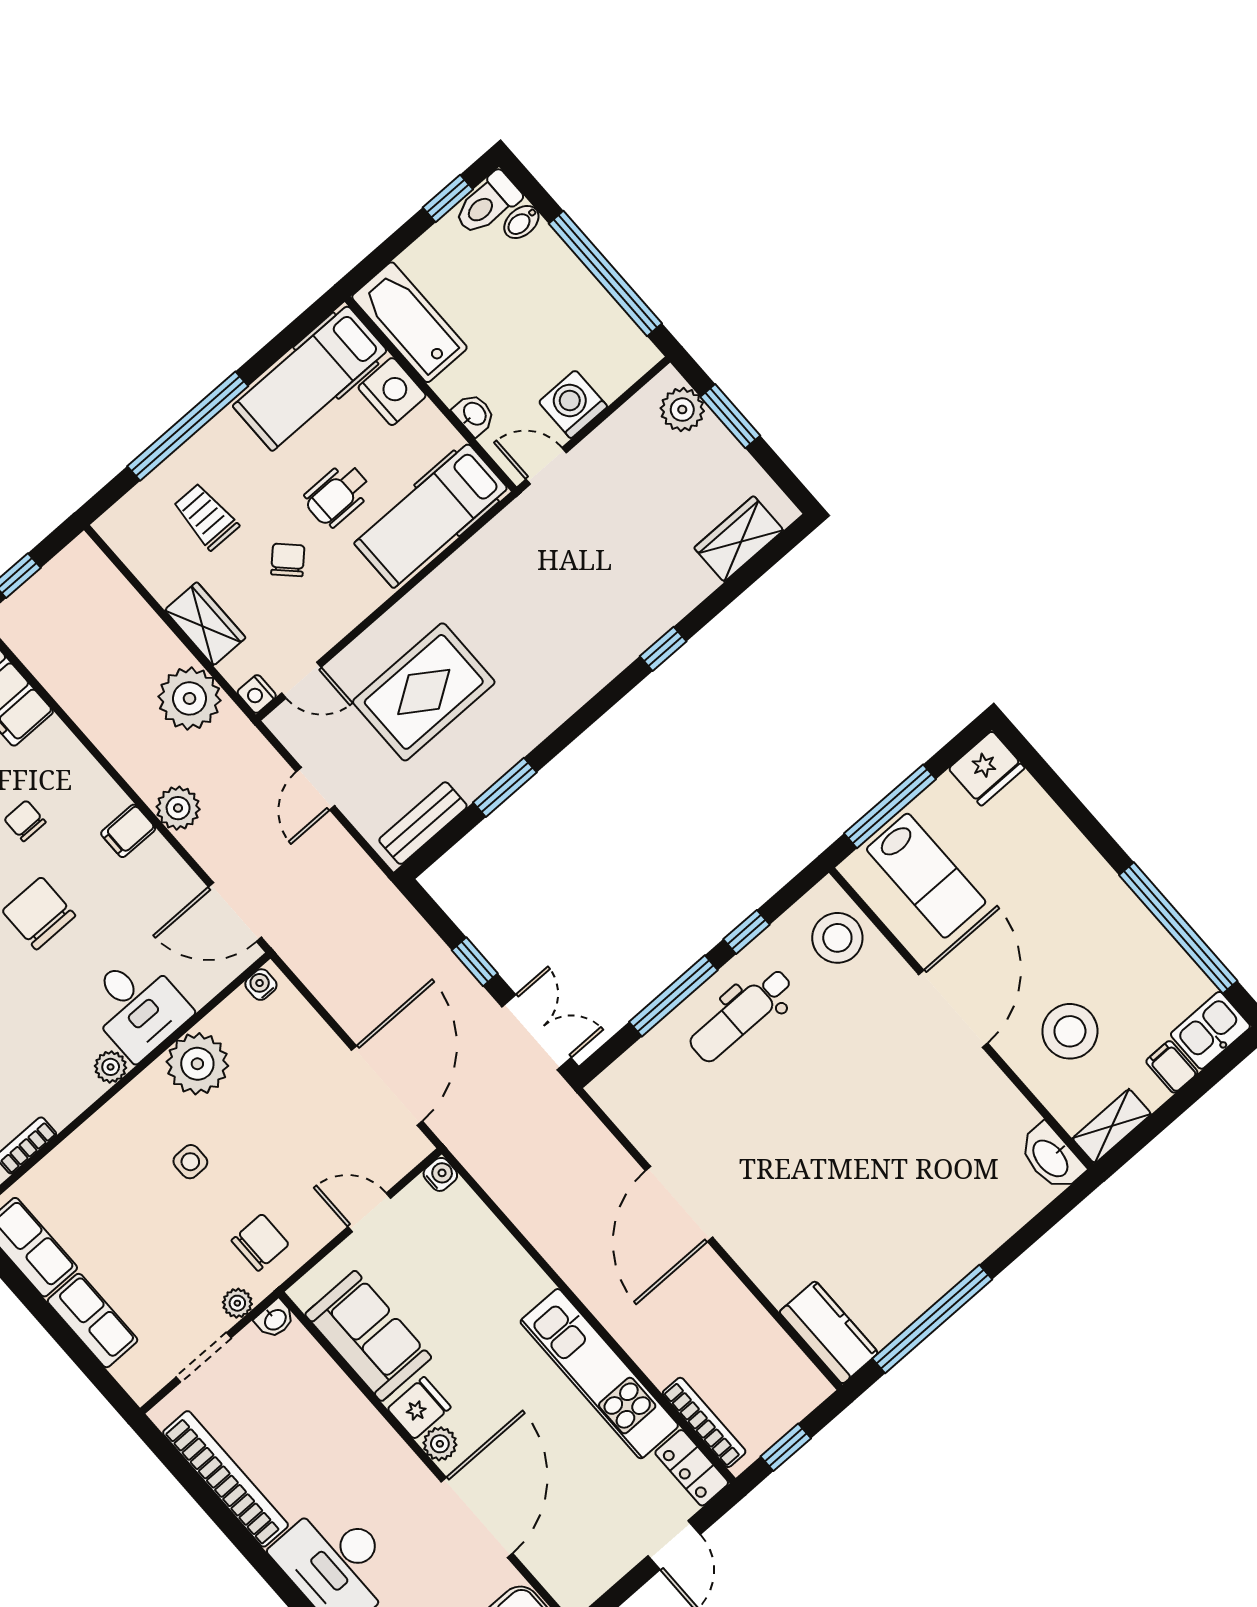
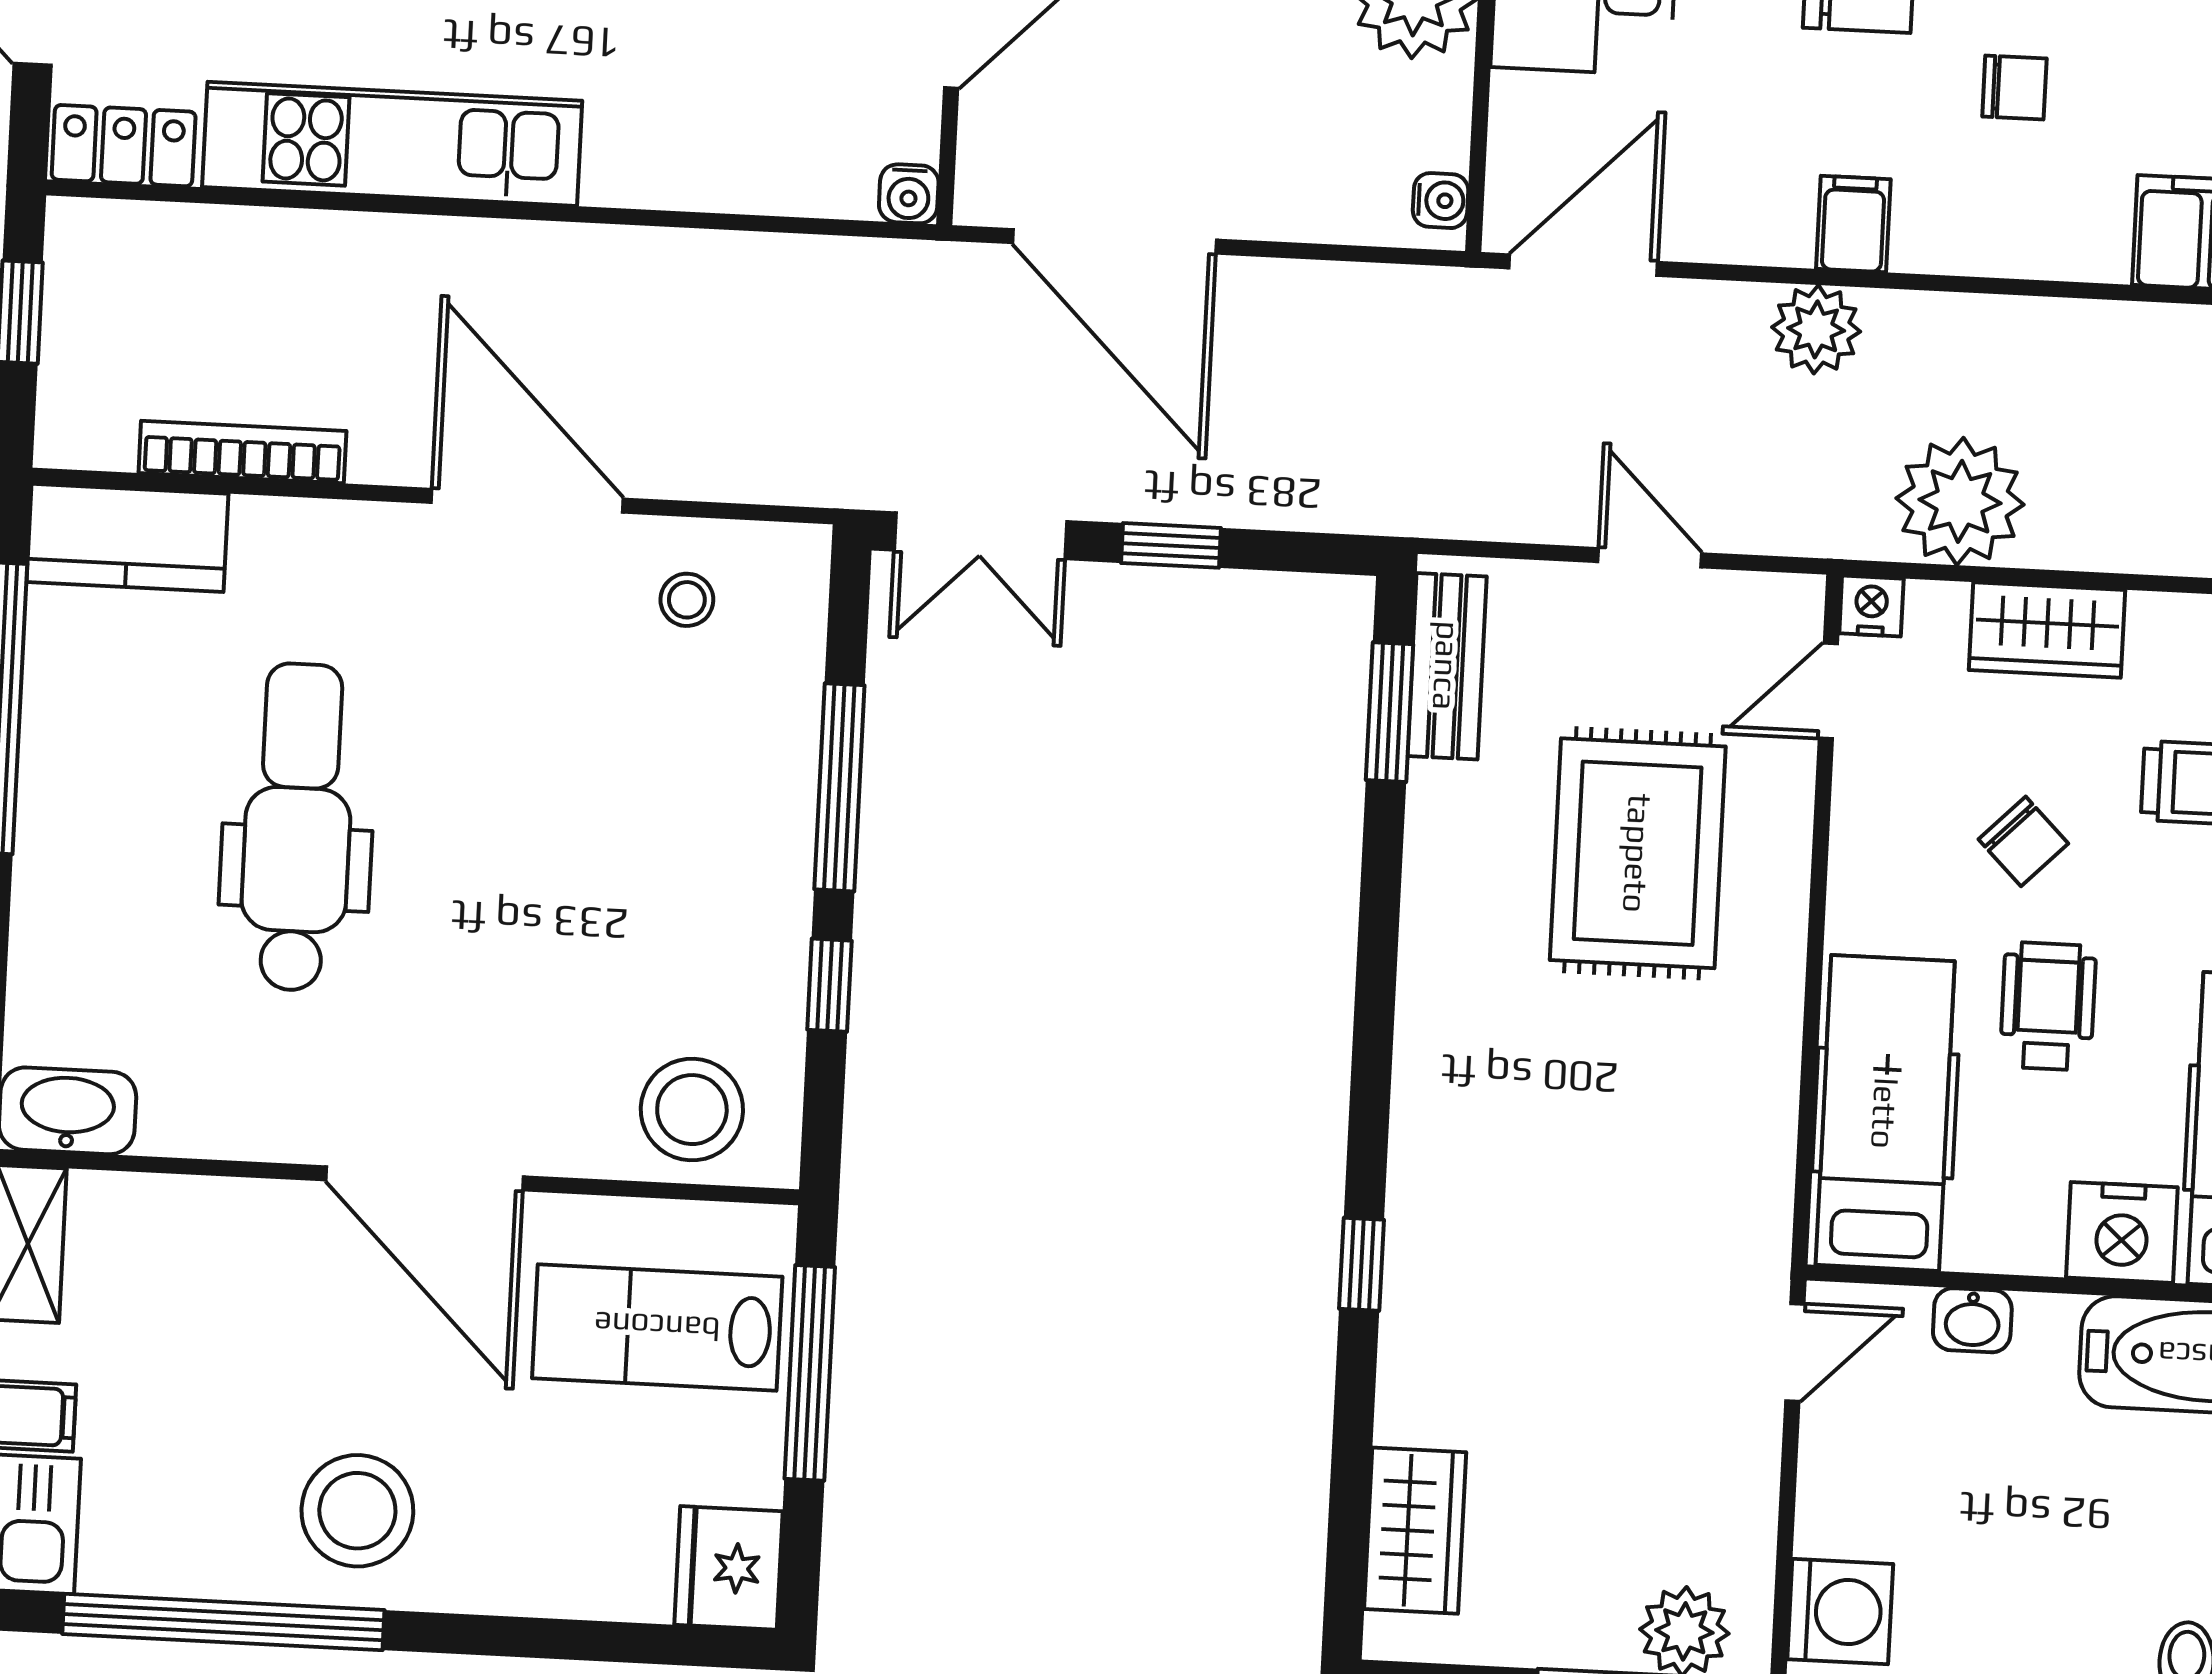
washing machine: (573, 404) -> (1840, 1612), moved
window: (505, 787) -> (1390, 712), moved
dental chair: (741, 1015) -> (297, 827), moved, width x1.36, depth x1.38
stool: (1070, 1031) -> (357, 1511), moved
stool: (659, 1114) -> (687, 600), added
bookcase: (704, 1422) -> (242, 452), moved, turned 180

